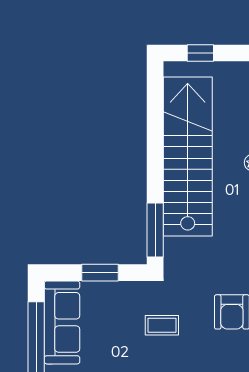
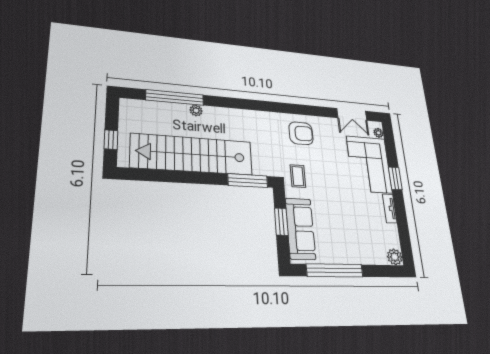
sofa: (62, 322) -> (300, 229), moved, turned 90
coffee table: (162, 325) -> (298, 176), moved

